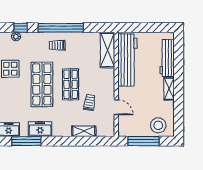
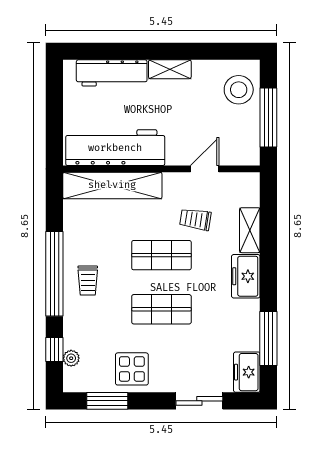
shelving: (107, 50) -> (112, 185), width x1.47
shop shelf: (42, 84) -> (161, 309), width x0.70, depth x0.74
freezer: (40, 129) -> (246, 276), moved

